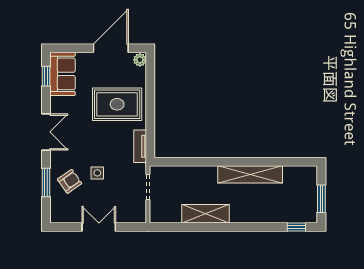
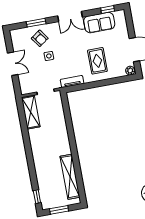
sofa: (63, 74) -> (99, 23), moved
rug: (117, 104) -> (97, 61), width x0.73, depth x0.70
shelving: (250, 174) -> (70, 177), moved
shelving: (205, 214) -> (31, 112), moved

